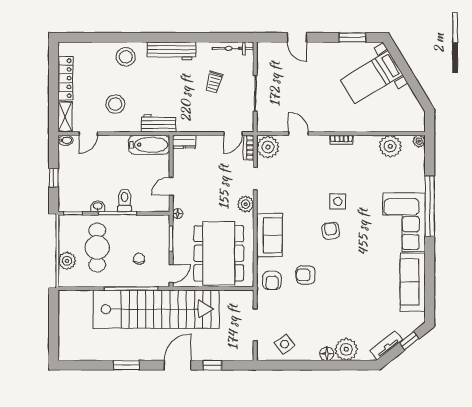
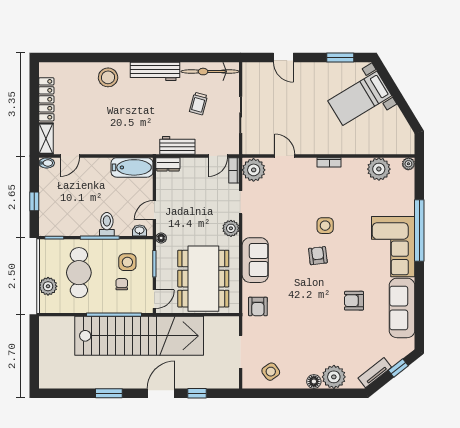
bicycle: (233, 48) -> (210, 72), width x1.37, depth x1.40
stool: (115, 104) -> (97, 126), removed
workbench: (159, 123) -> (177, 145), moved
washbasin: (98, 206) -> (140, 231), moved
side table: (145, 237) -> (127, 262), added
armchair: (306, 275) -> (354, 301), moved

